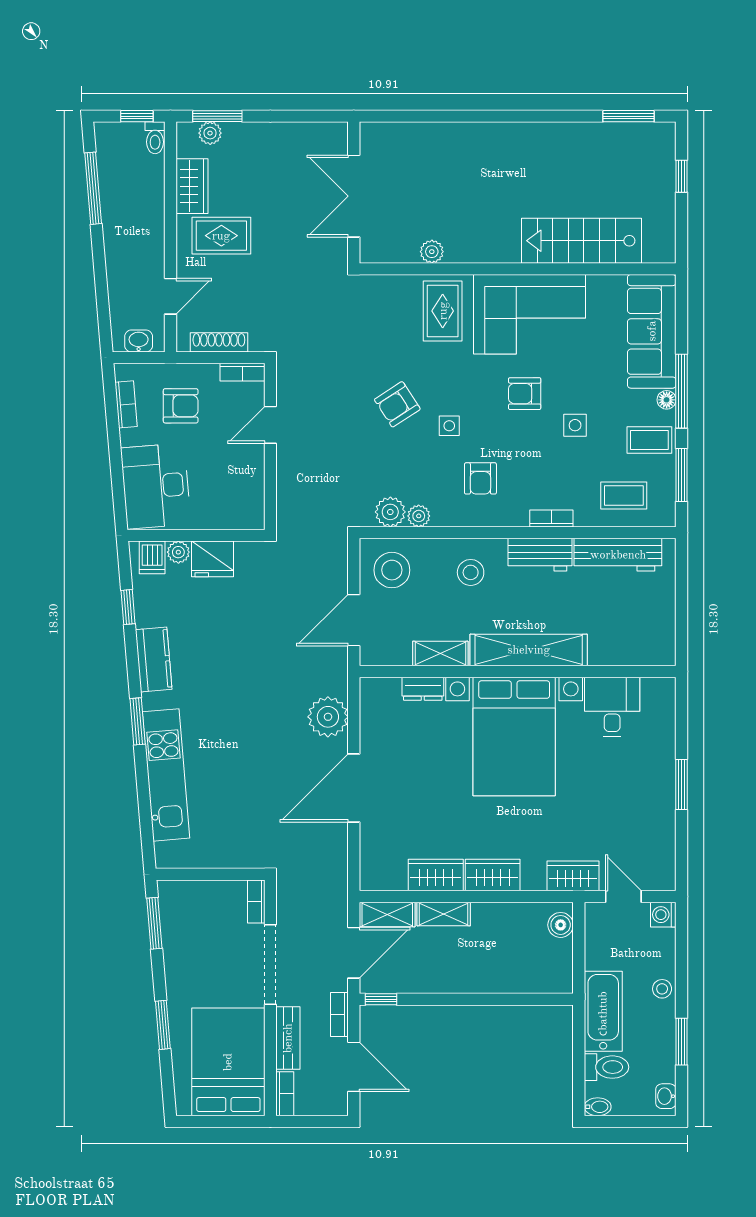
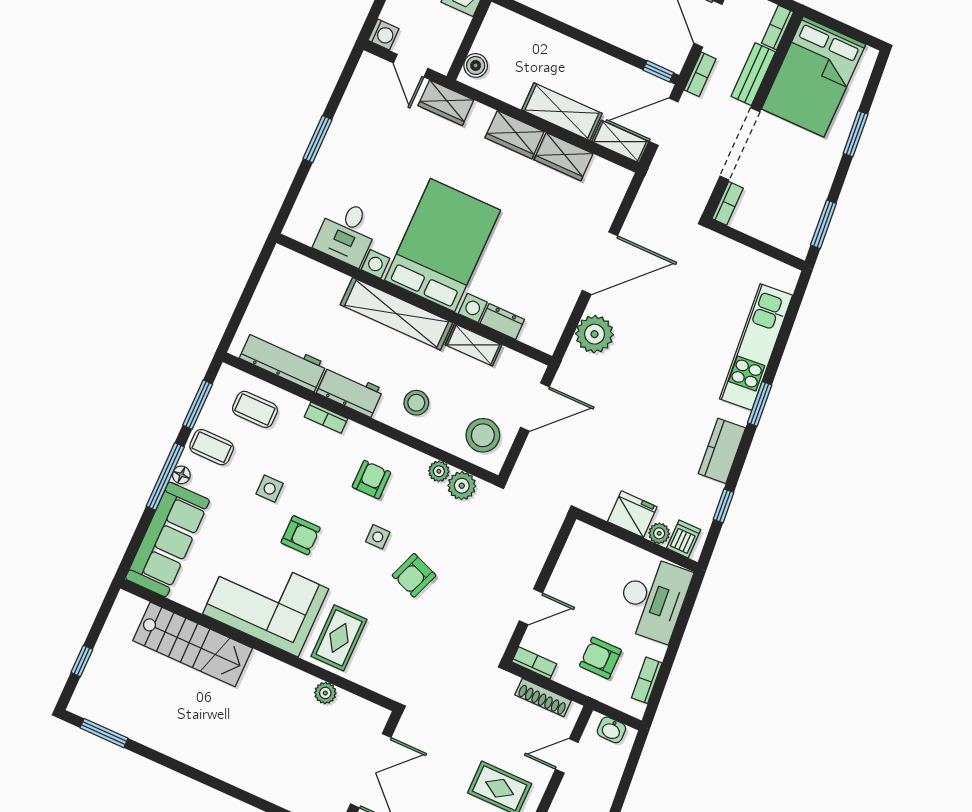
armchair: (397, 404) -> (414, 575), turned 144
shelving: (444, 914) -> (562, 112), width x1.50, depth x1.33

